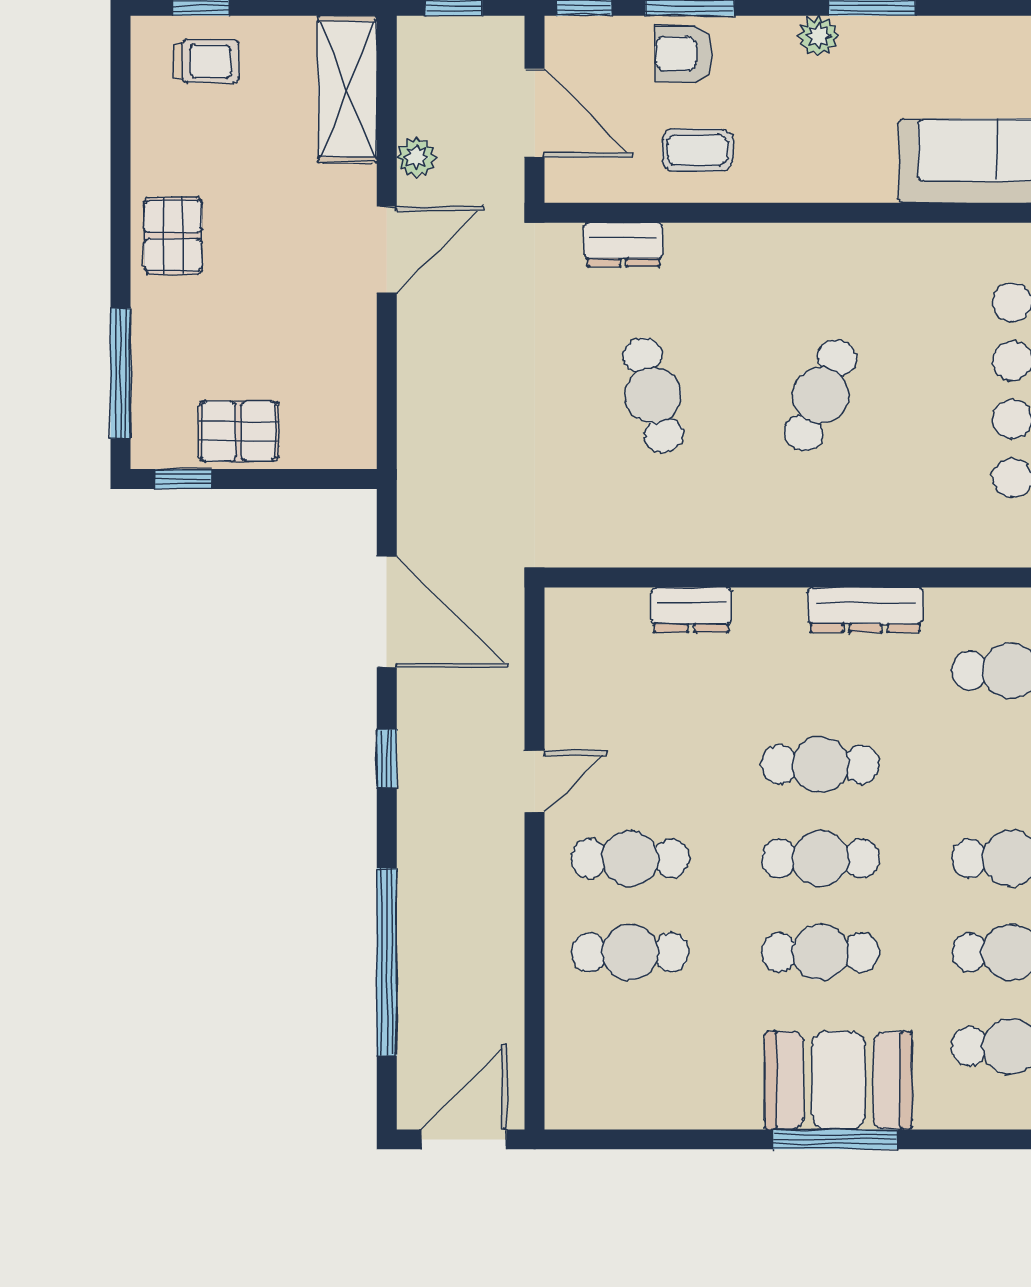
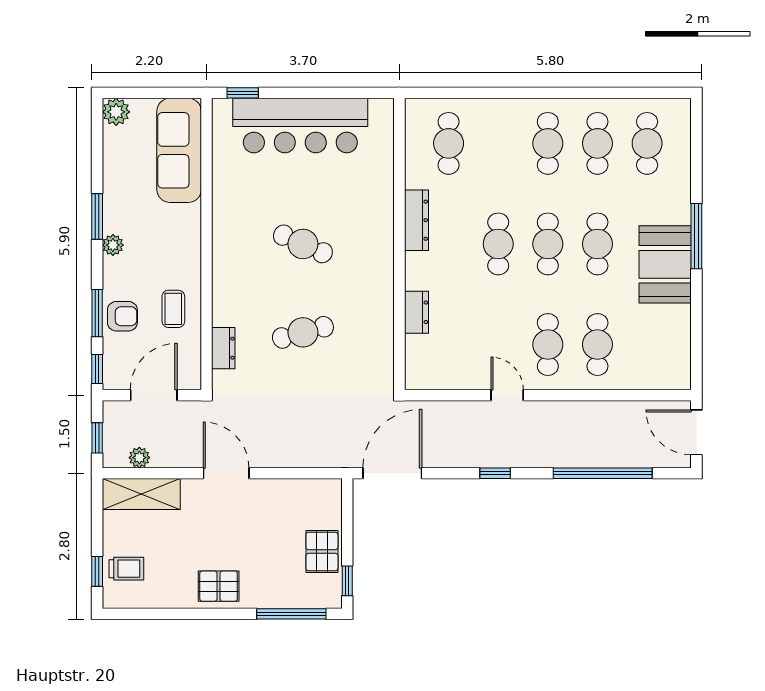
armchair: (684, 54) -> (122, 316), turned -90
trolley: (206, 61) -> (126, 569), turned 90
plant: (416, 157) -> (139, 458), moved
door: (387, 612) -> (392, 473), moved
booth: (838, 1080) -> (665, 264), moved

